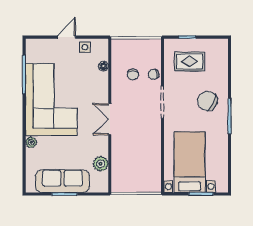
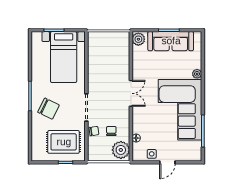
plant: (122, 52) -> (121, 150), added
rug: (190, 61) -> (64, 142), width x1.36, depth x1.43
plant: (101, 164) -> (138, 39), moved

